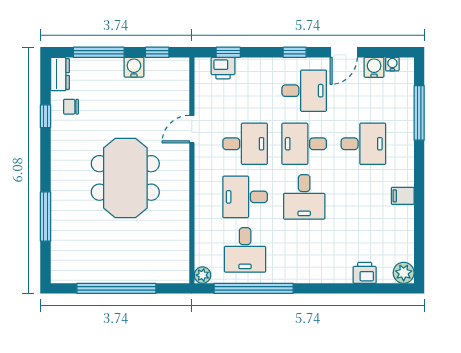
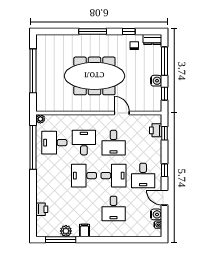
window: (419, 113) -> (61, 240), moved
desk: (304, 144) -> (114, 176), turned 90
meeting table: (125, 178) -> (94, 76), width x1.36
window: (45, 216) -> (93, 31), moved
plant: (404, 273) -> (66, 231), moved

